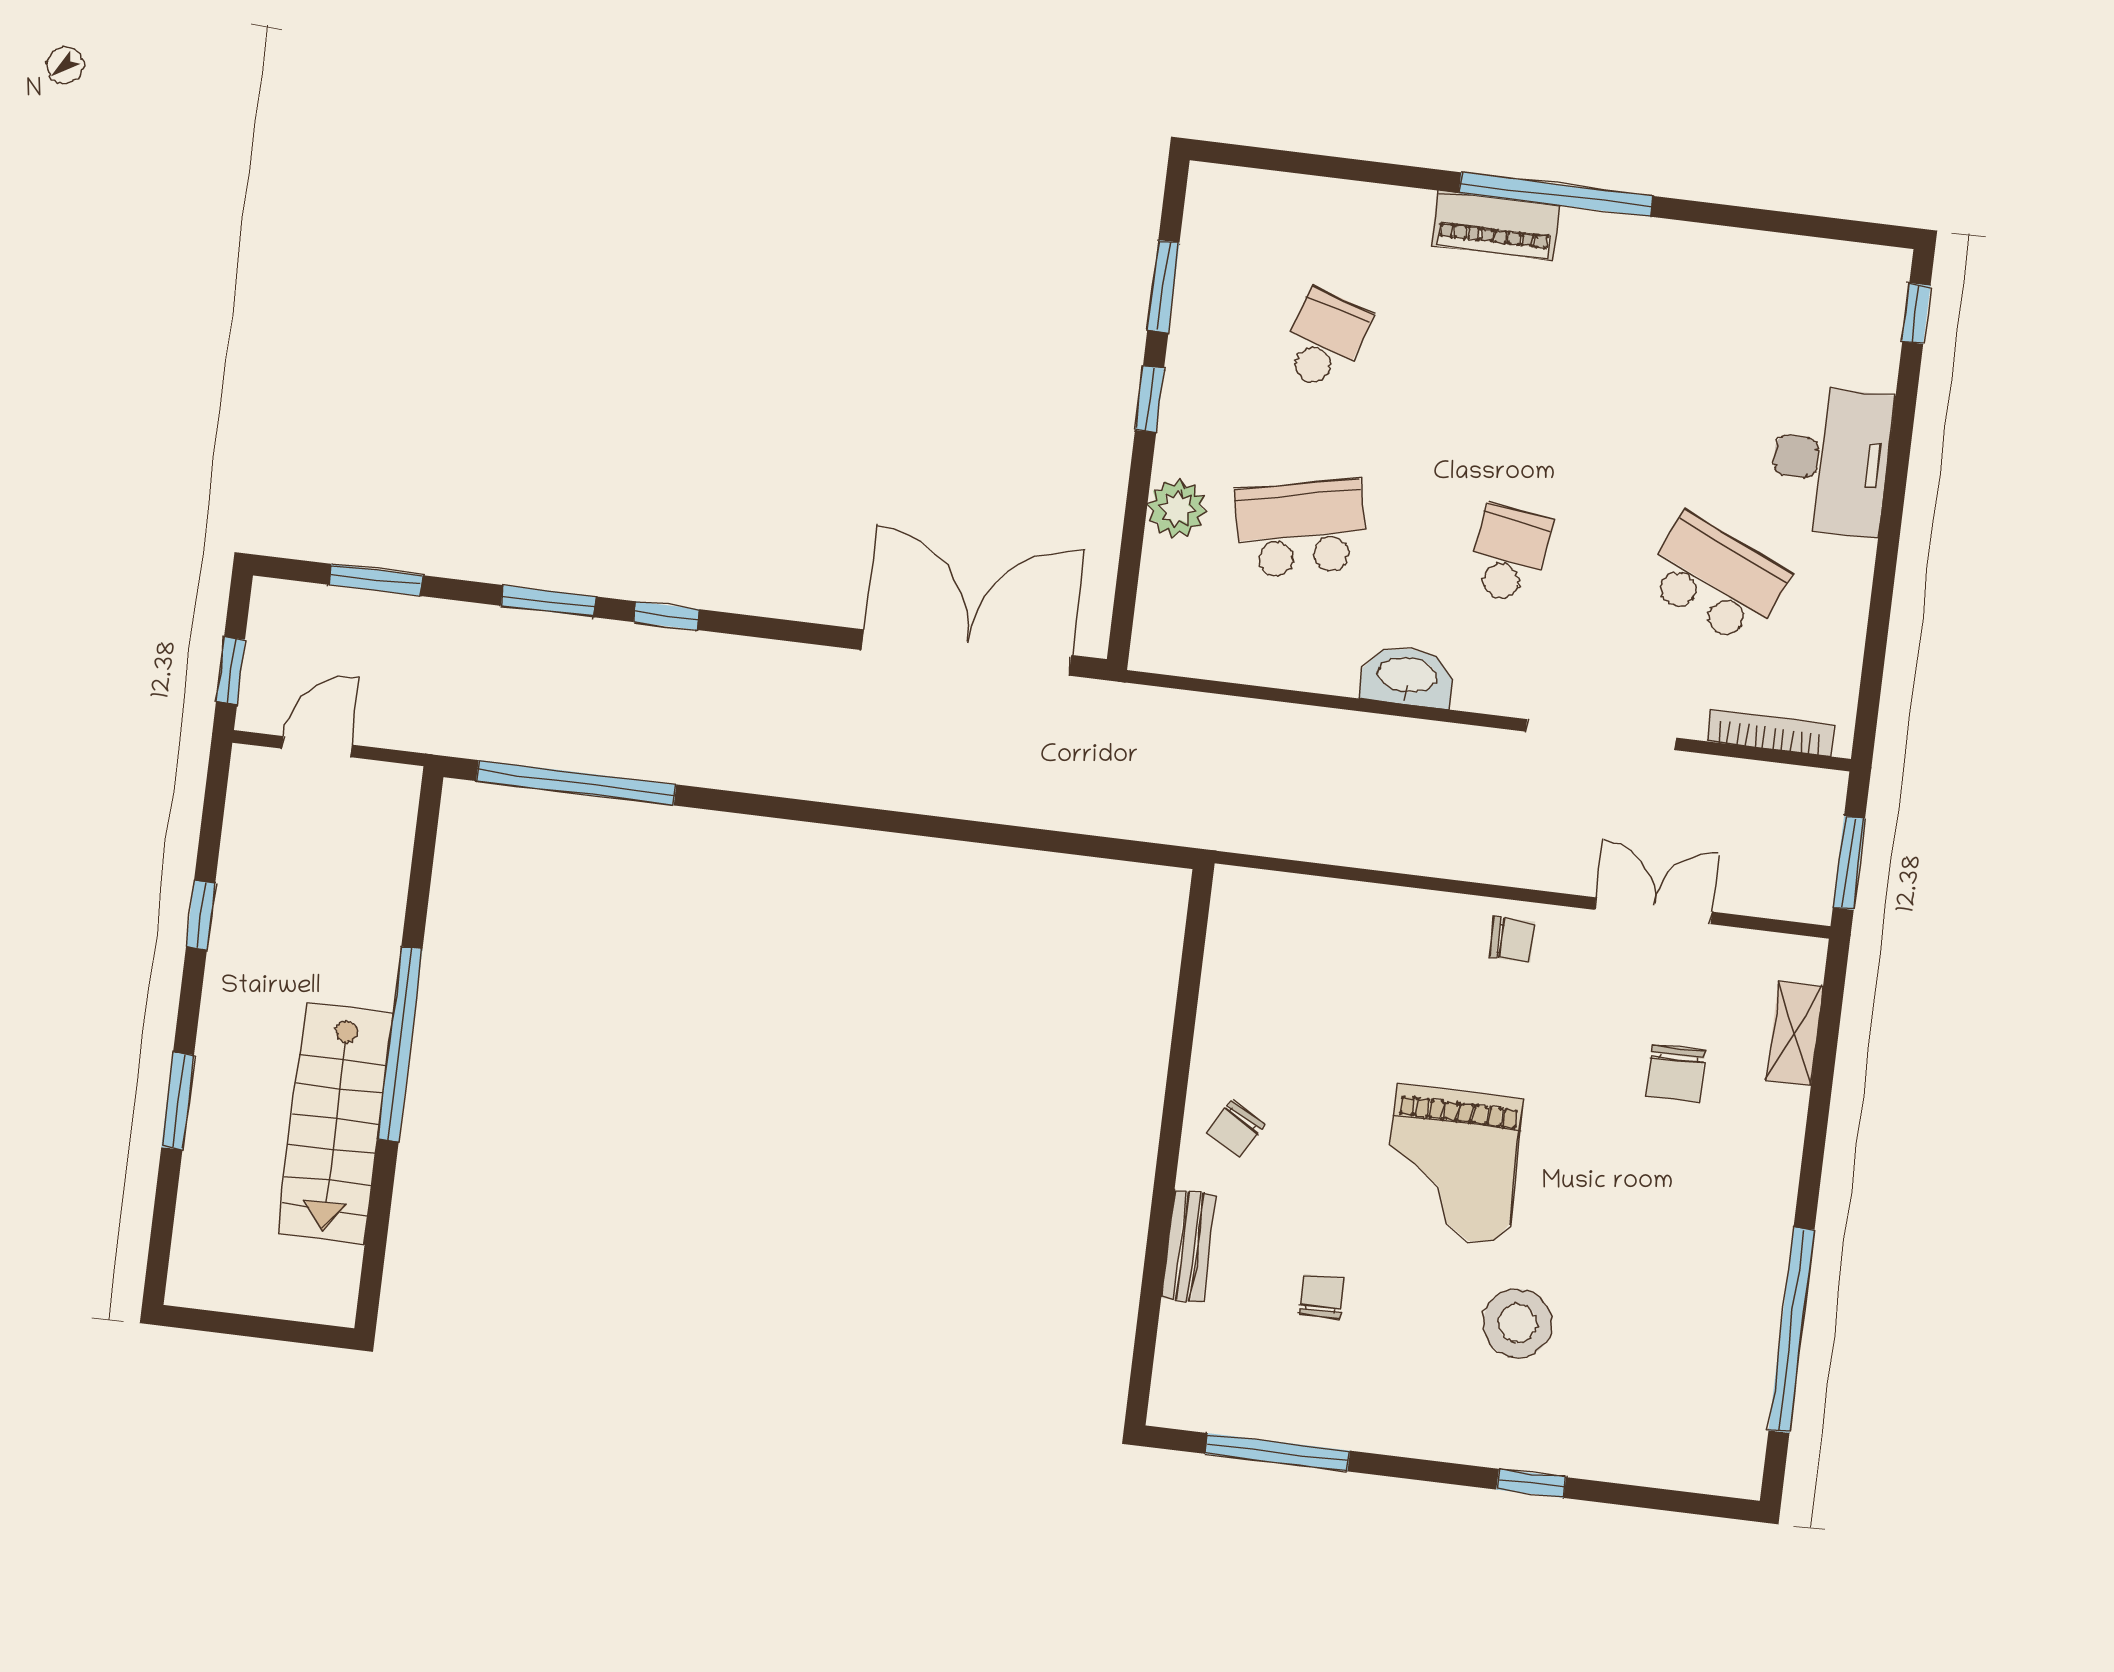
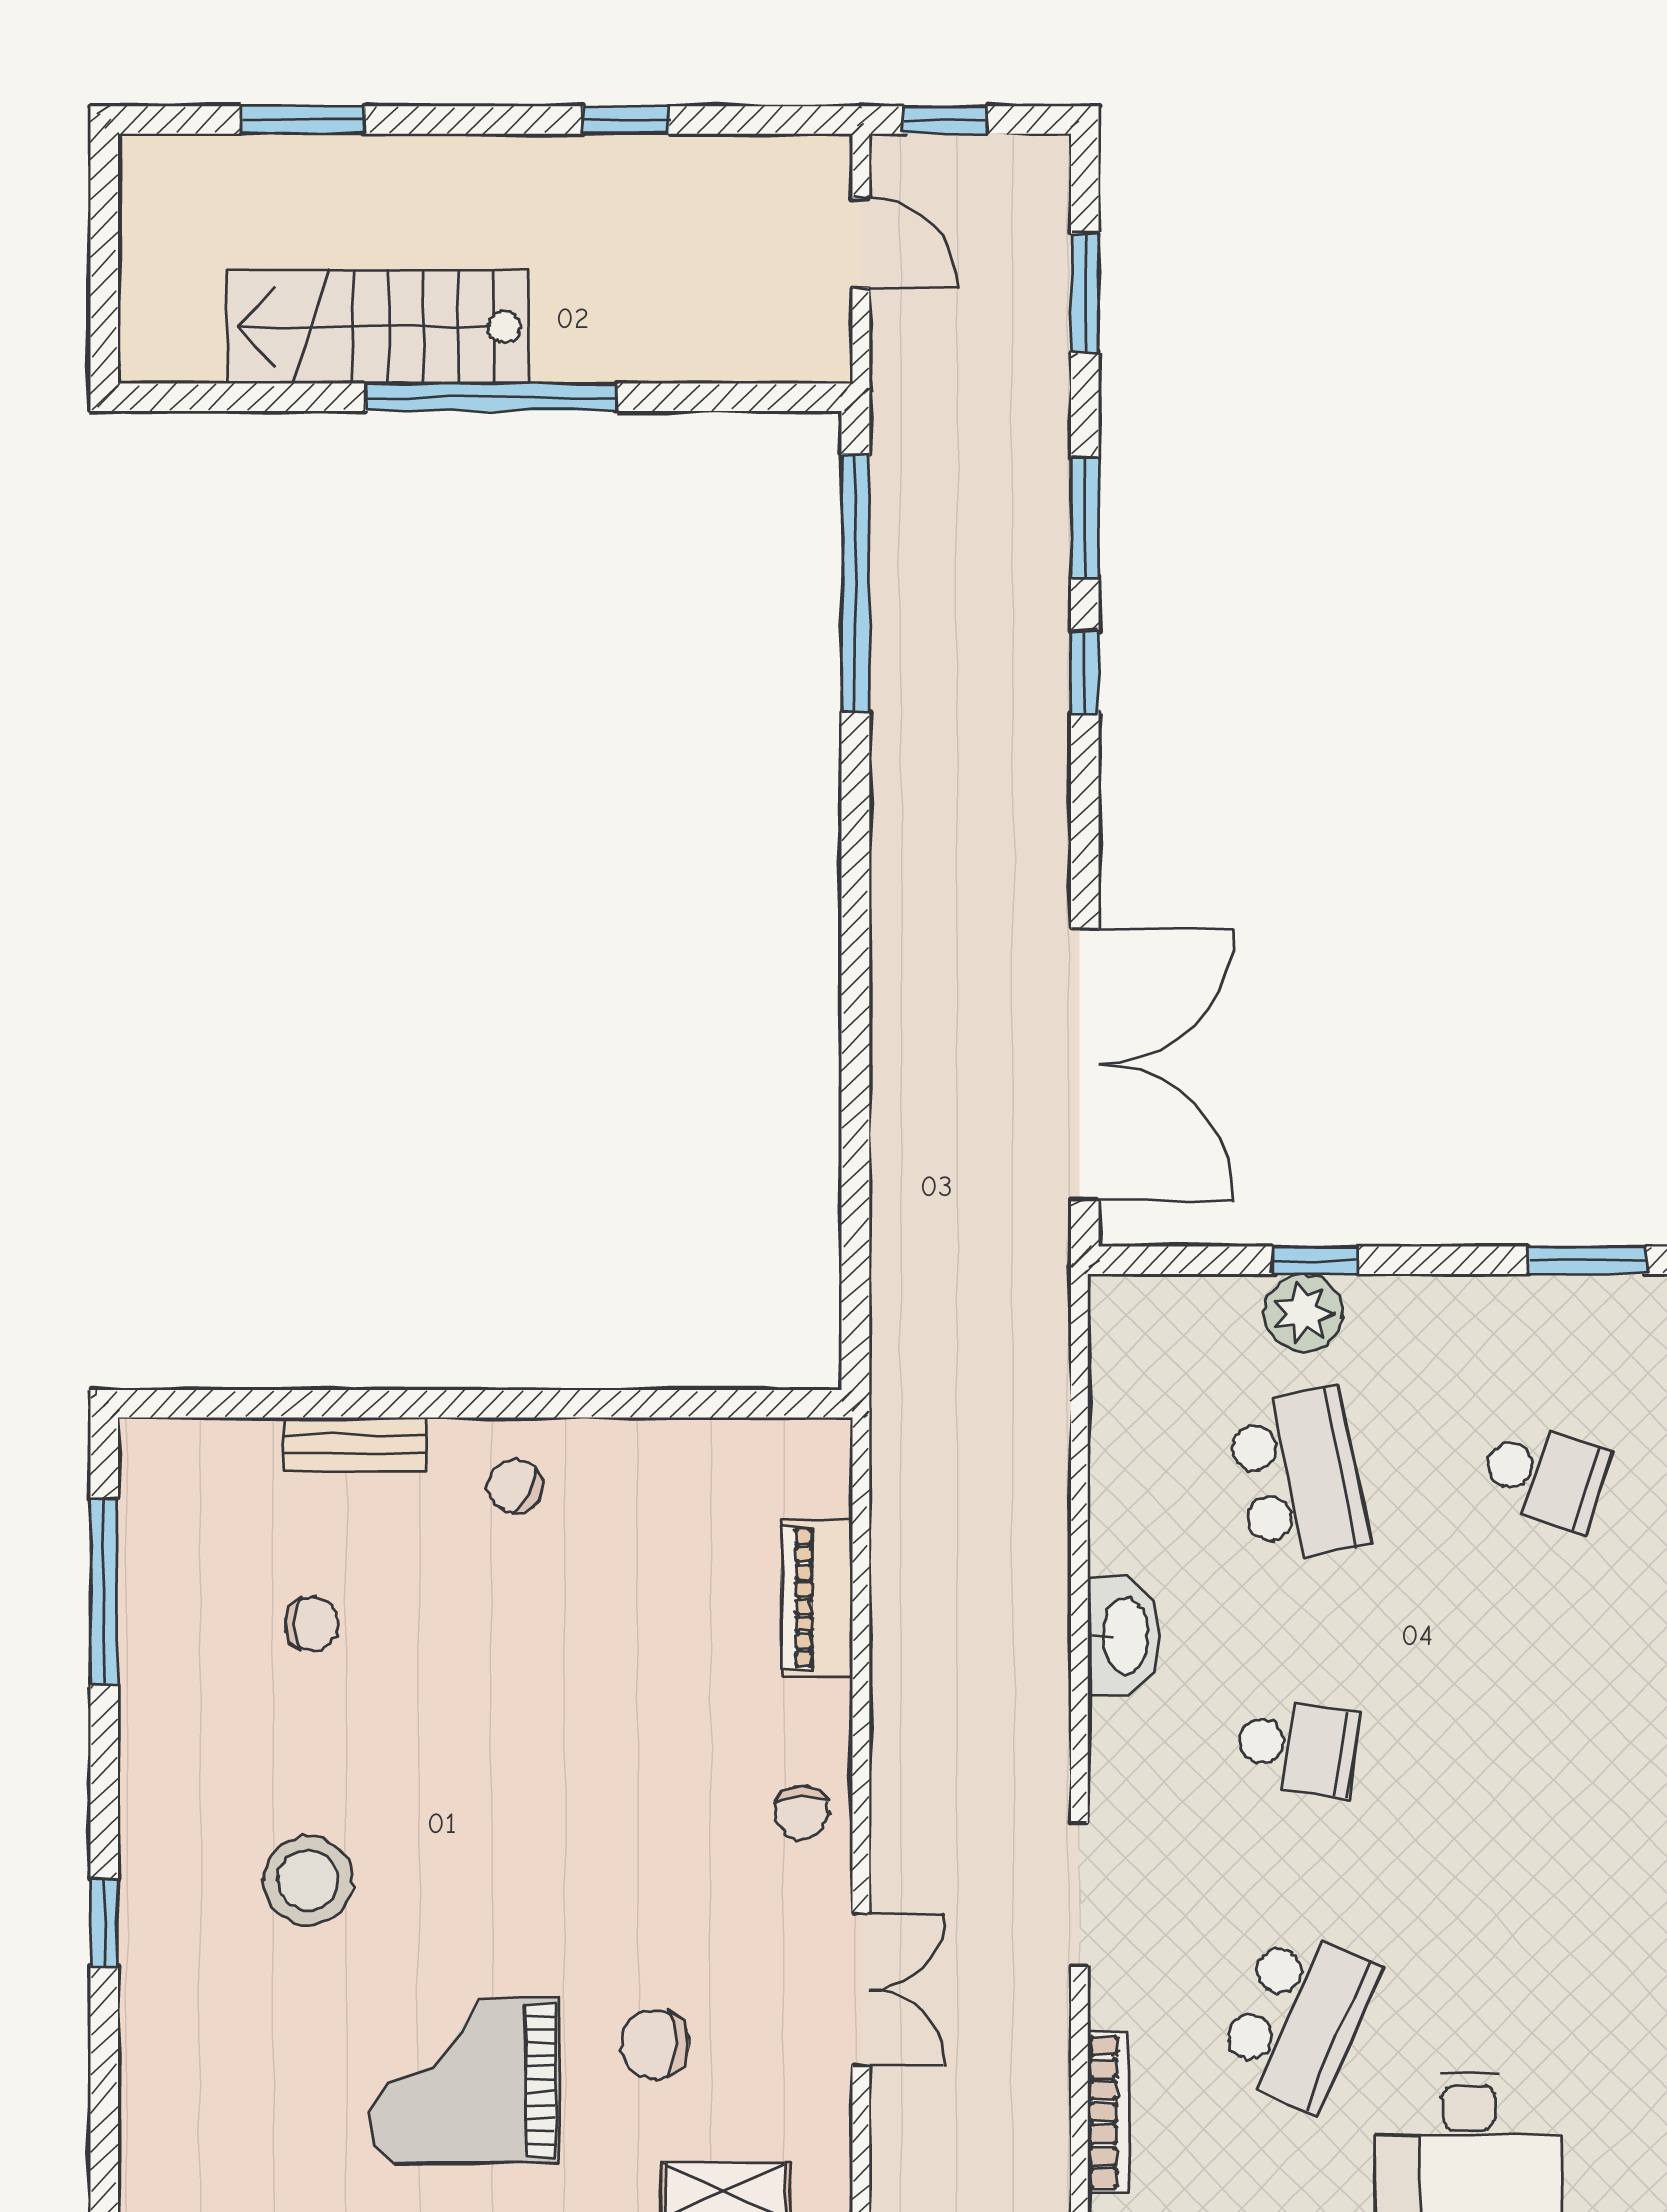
window: (1150, 399) -> (1315, 1260), moved
doorway: (1601, 735) -> (1079, 1895), width x0.73
piano: (1349, 907) -> (817, 1598), added
window: (178, 1101) -> (303, 120), moved
grand piano: (1452, 1165) -> (464, 2080), moved

